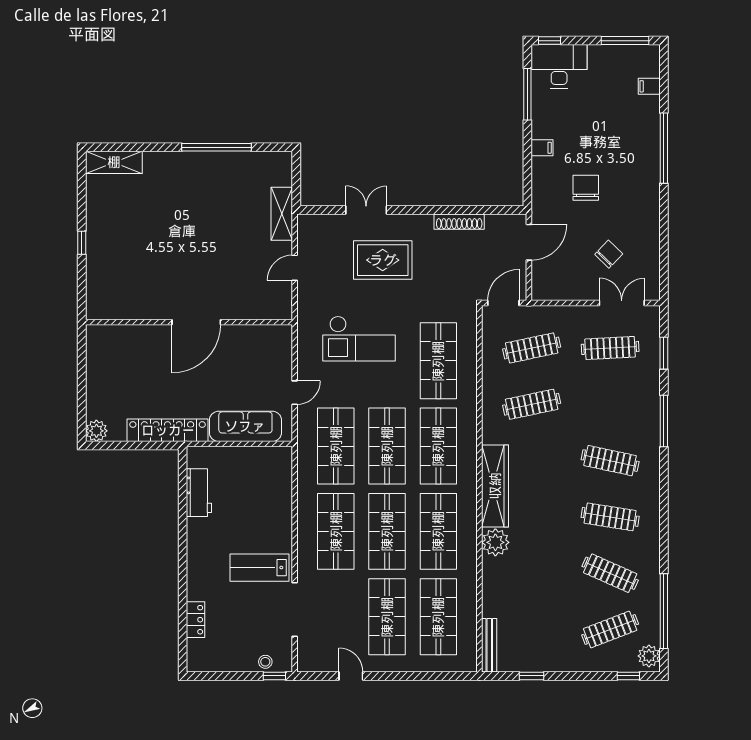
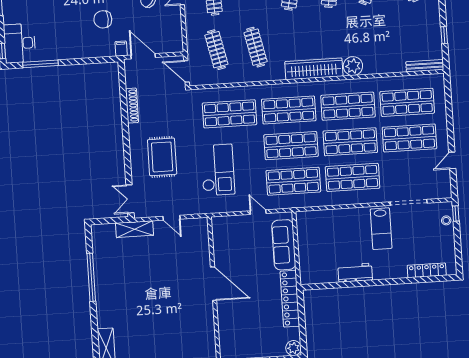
filing cabinet: (542, 148) -> (121, 49), moved
double door: (366, 210) -> (130, 199), moved
workbench: (199, 493) -> (355, 273), moved
locker: (196, 620) -> (427, 270), width x1.53

